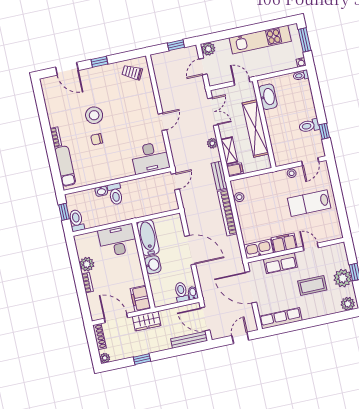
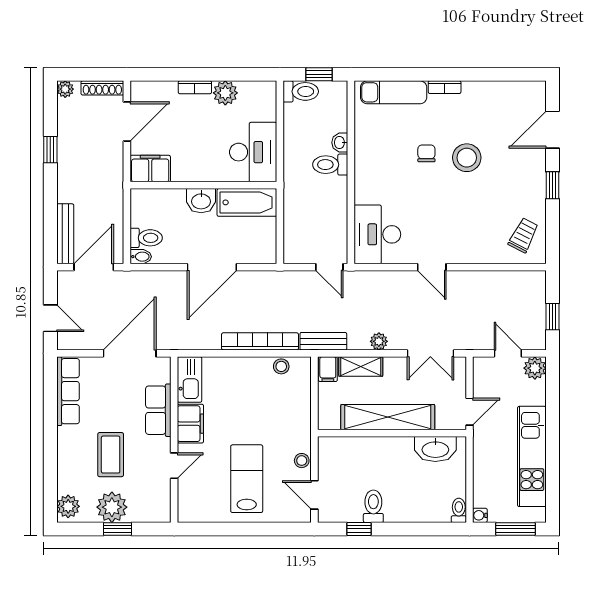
wardrobe: (147, 321) -> (111, 171), removed

